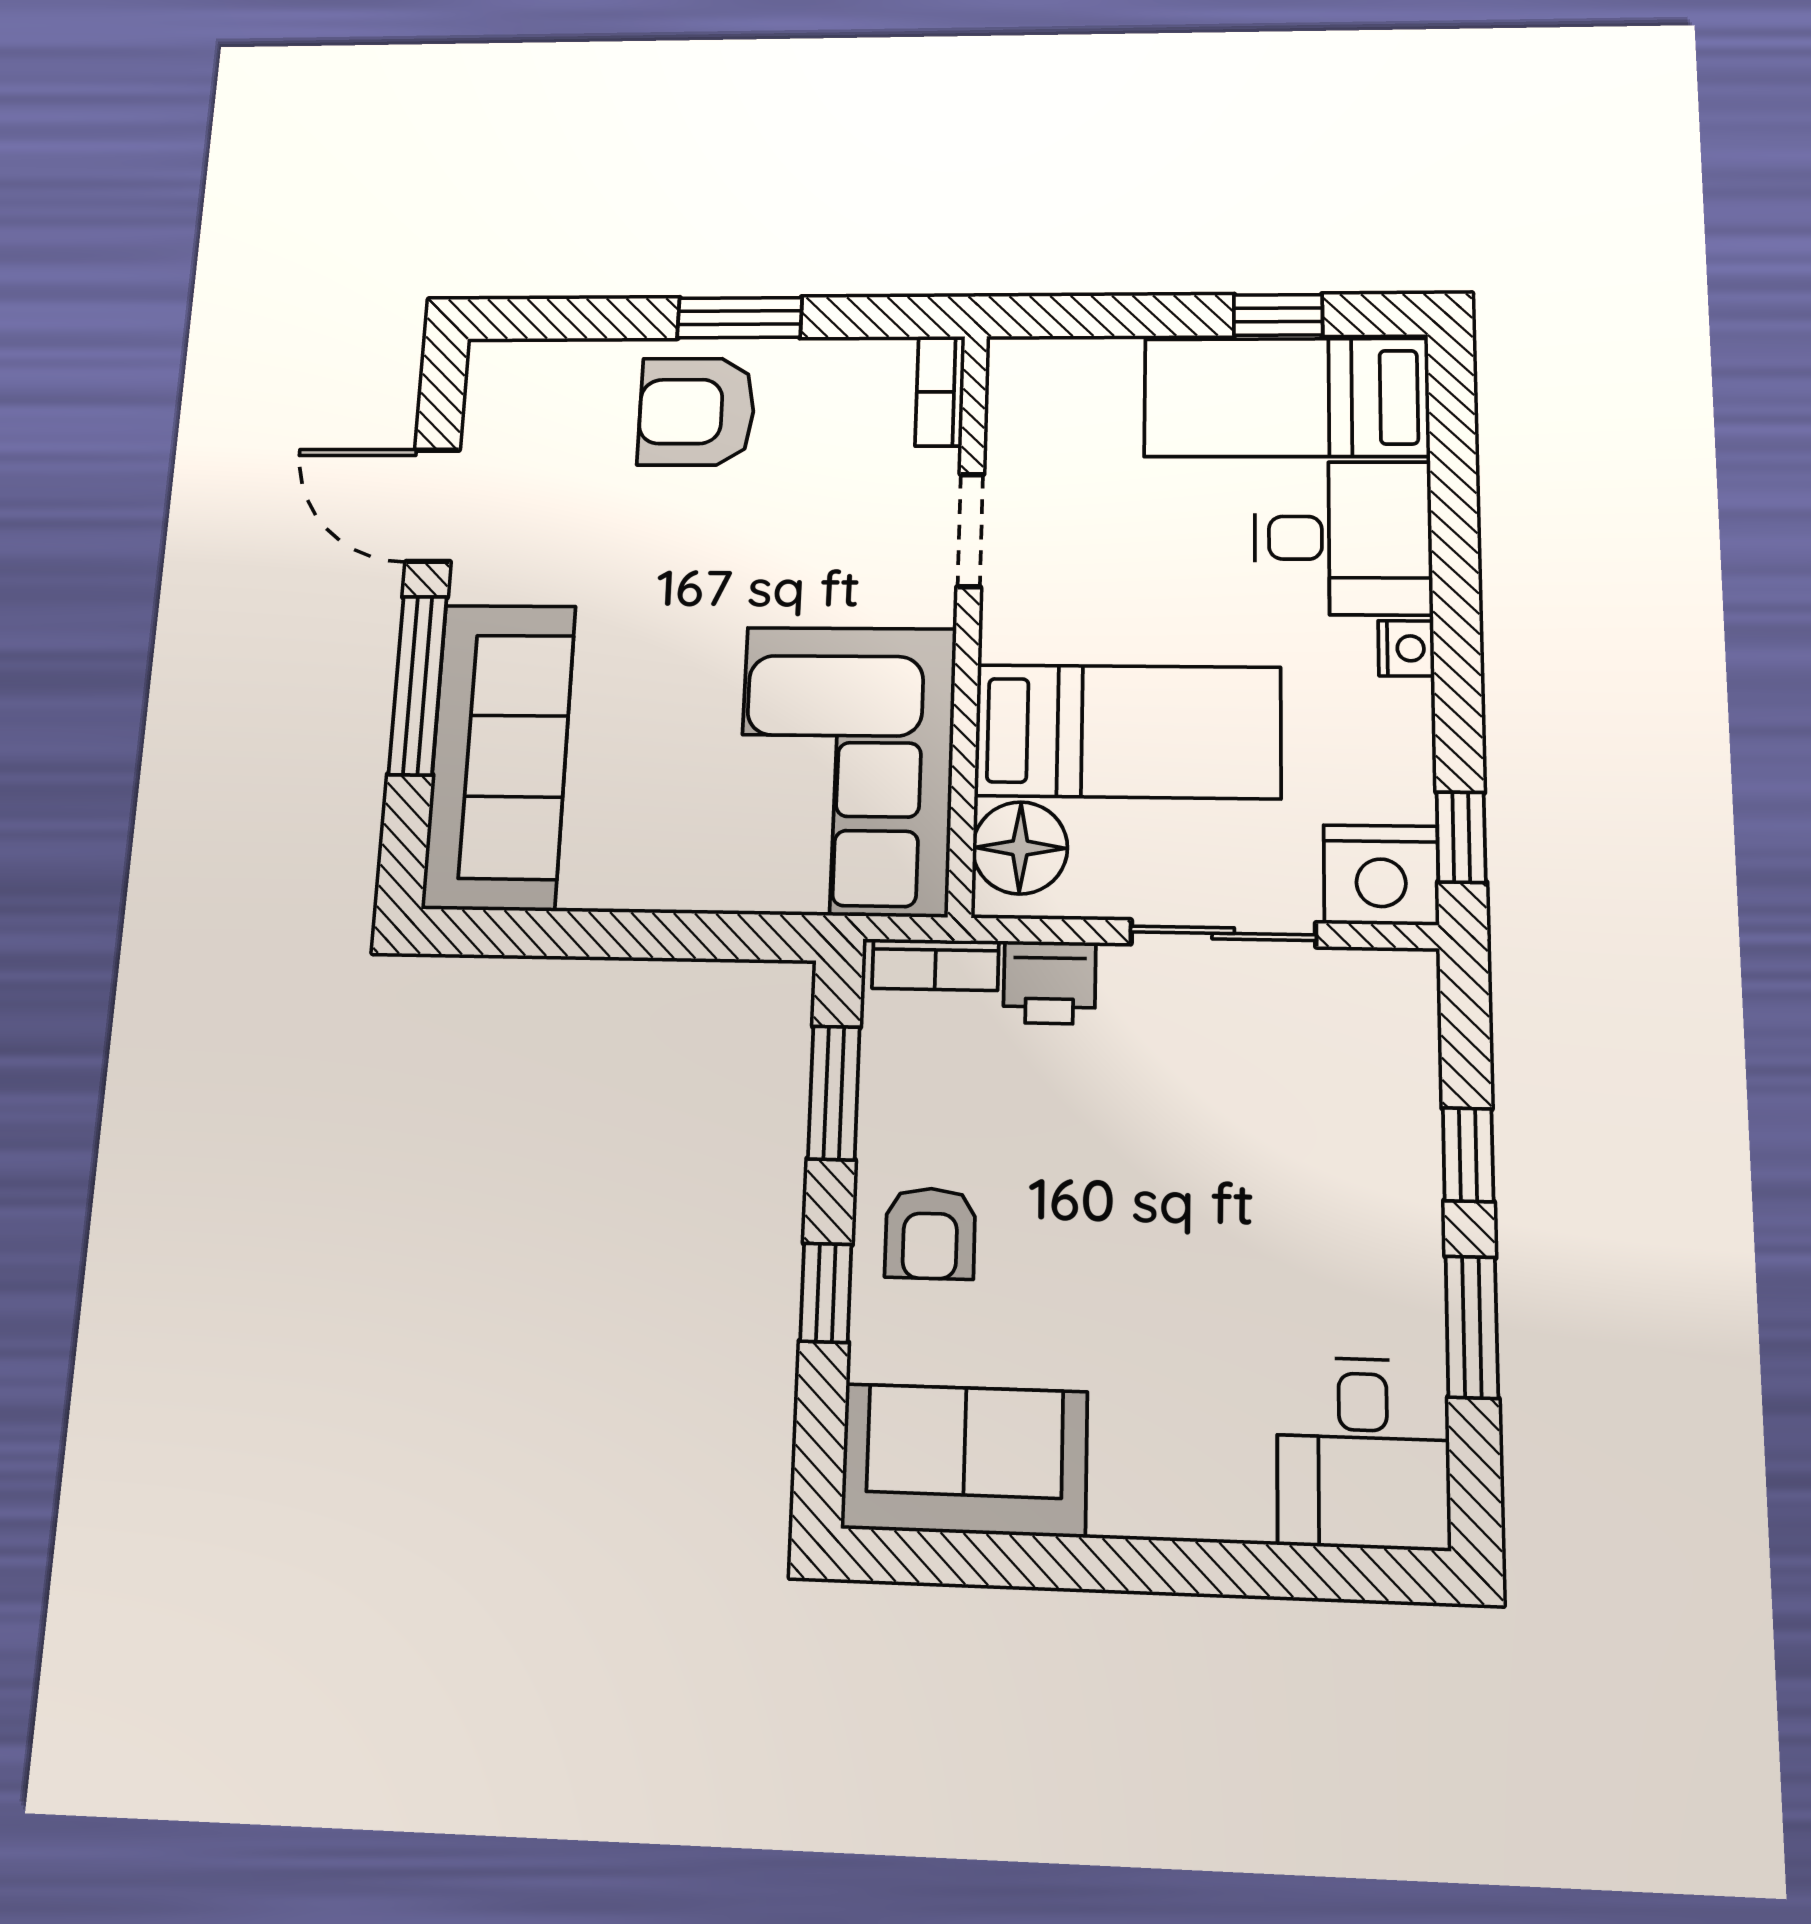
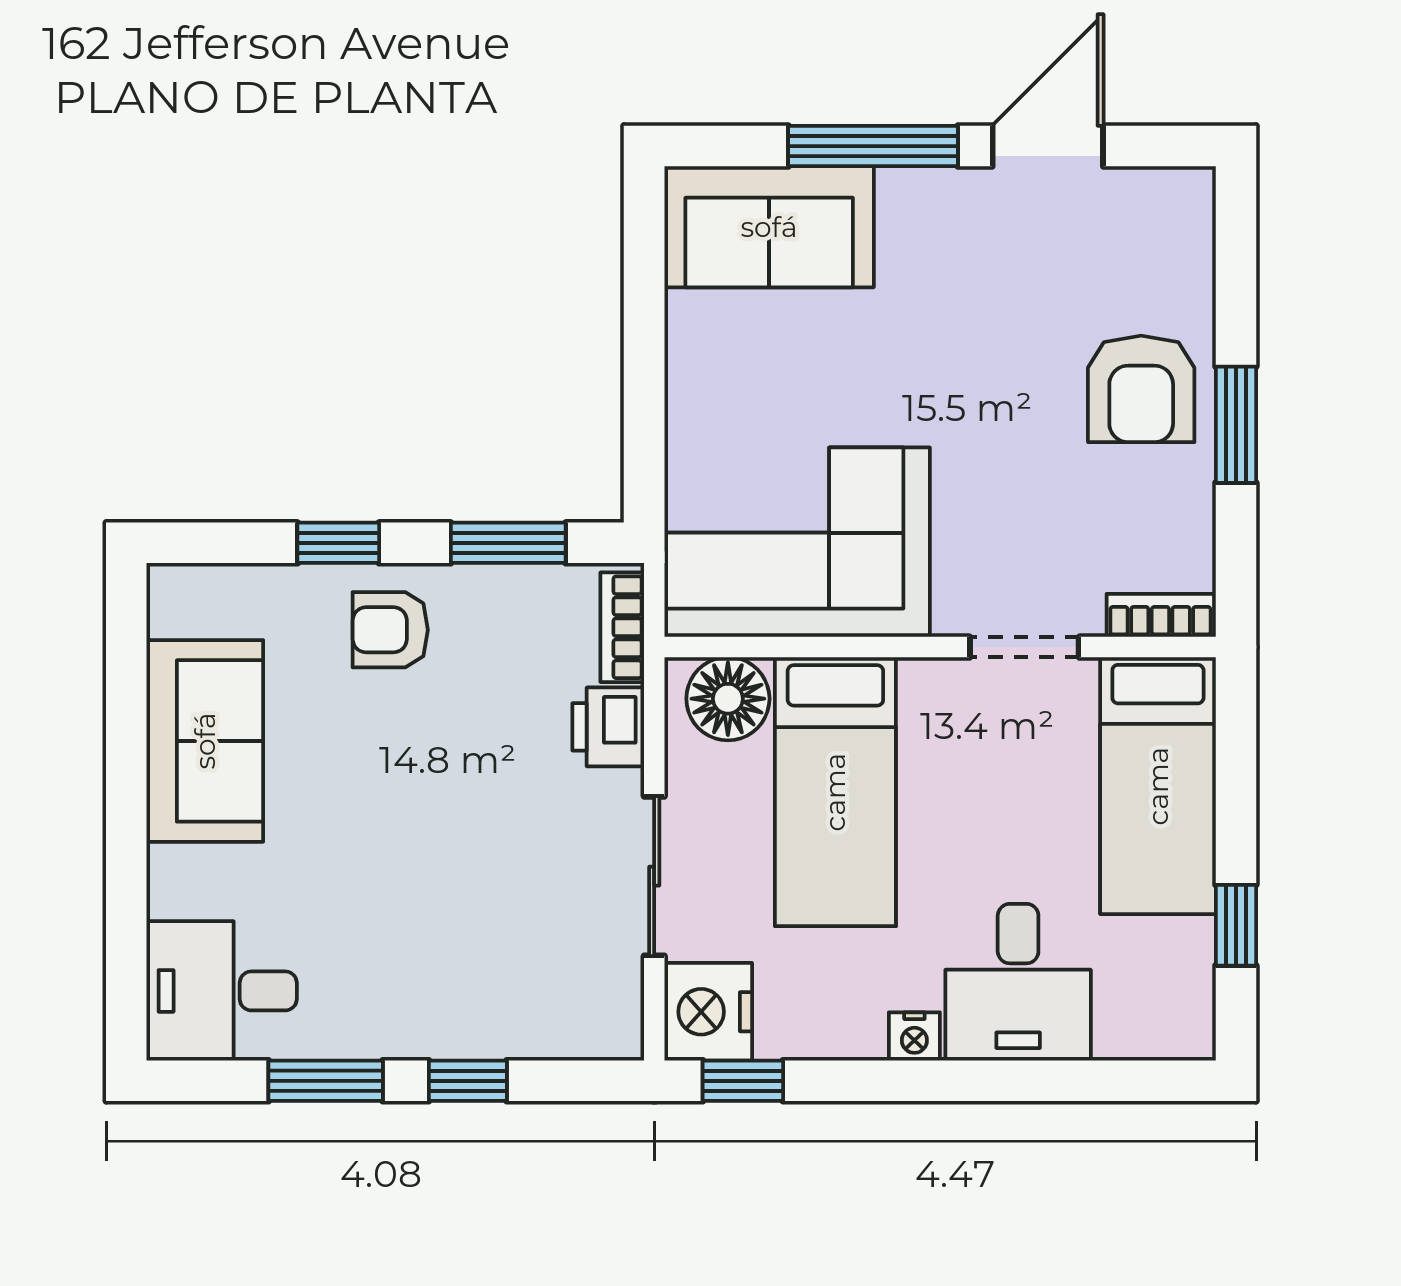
bed: (1286, 397) -> (1158, 786), moved, turned 180
armchair: (697, 412) -> (1141, 389), turned 180
sofa: (499, 756) -> (769, 227), width x0.73
sofa: (964, 1460) -> (205, 741), moved

